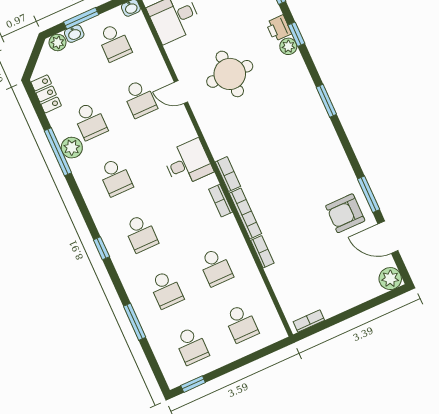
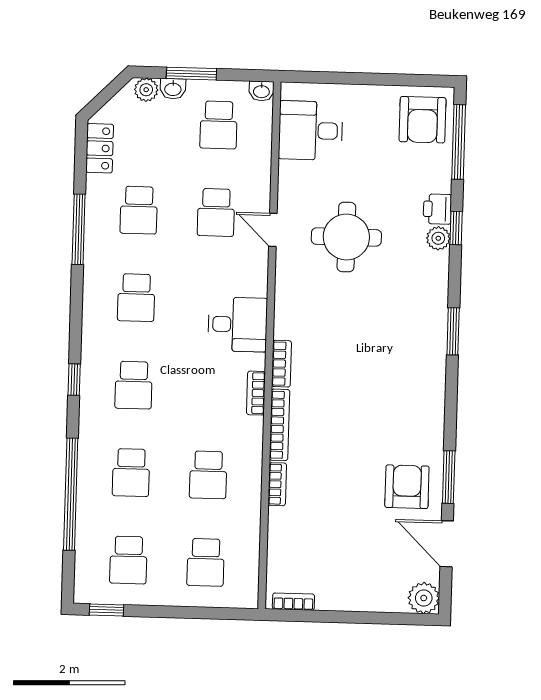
plant: (72, 148) -> (99, 233), removed
armchair: (345, 213) -> (407, 487), turned 90
window: (135, 322) -> (71, 494), width x2.11

